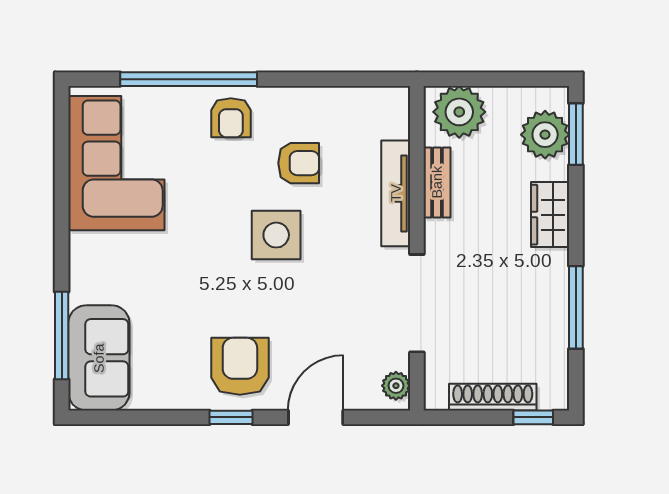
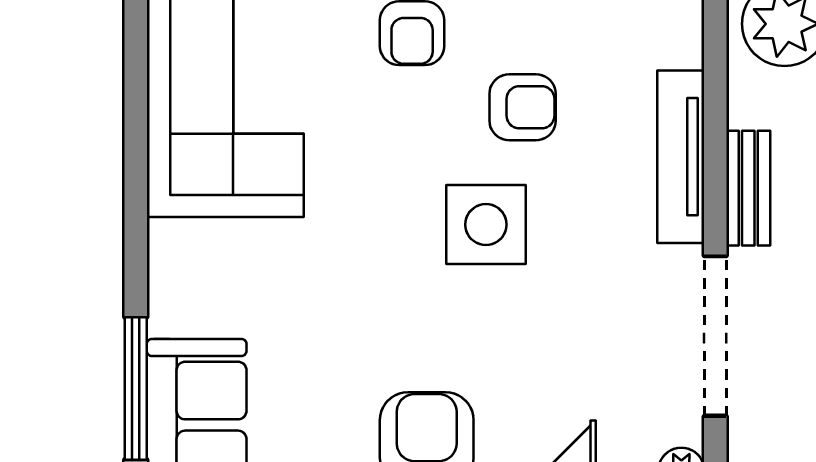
bench: (437, 182) -> (748, 188), moved

